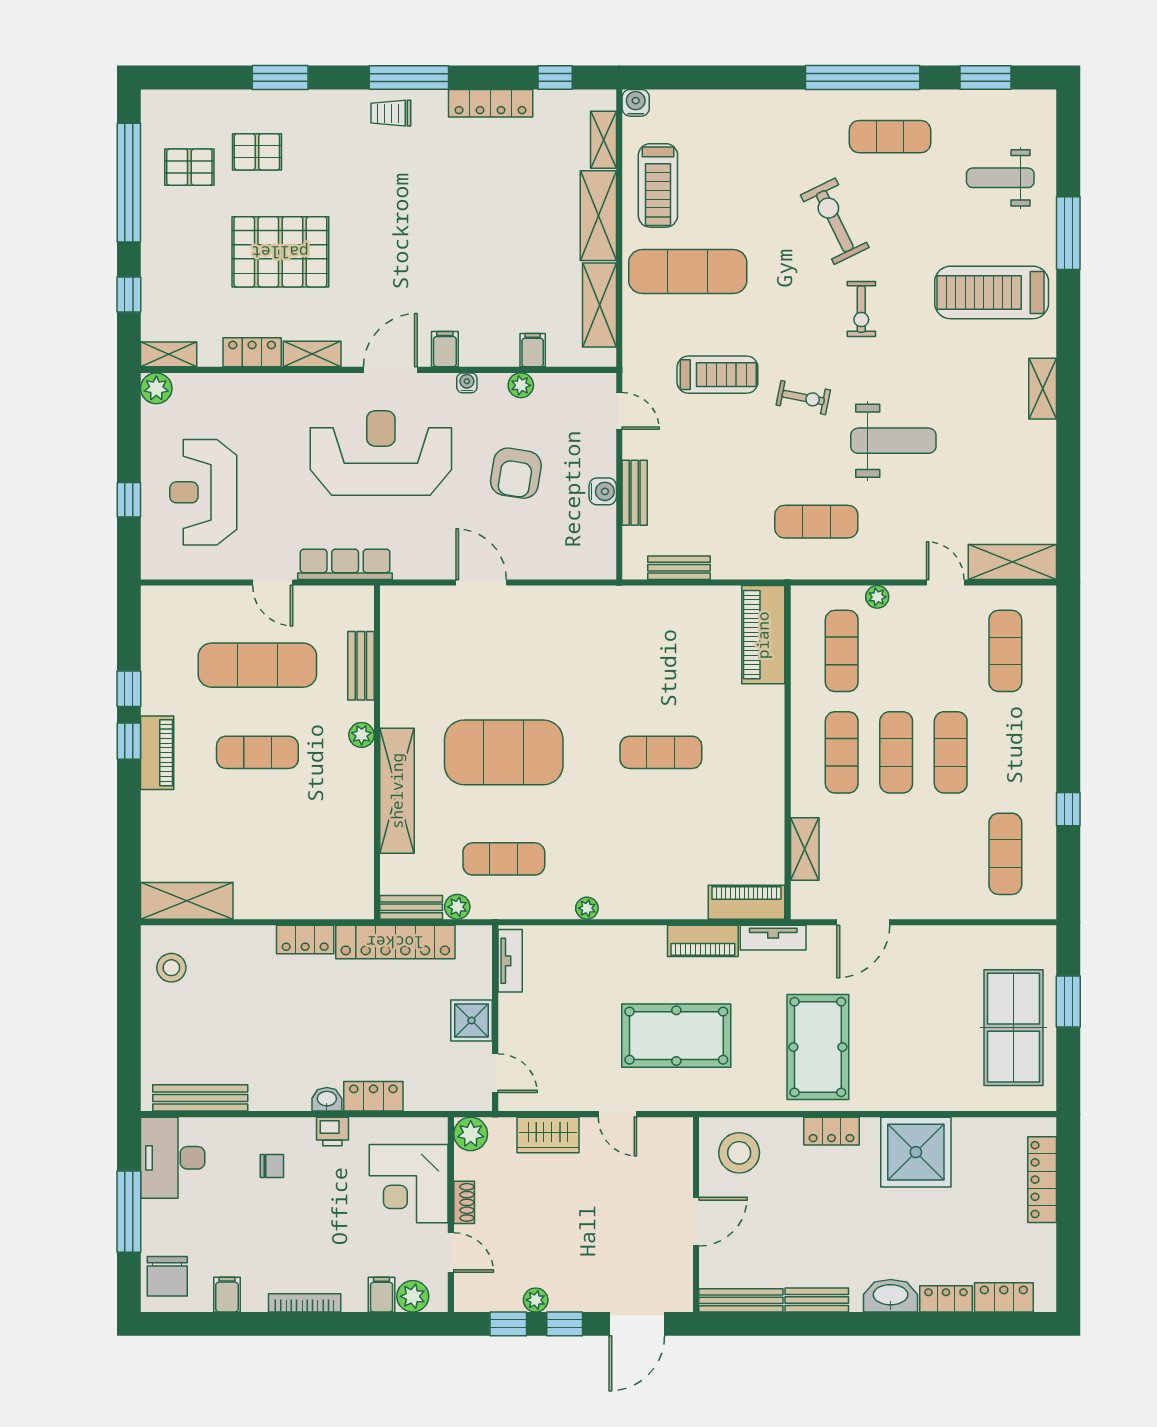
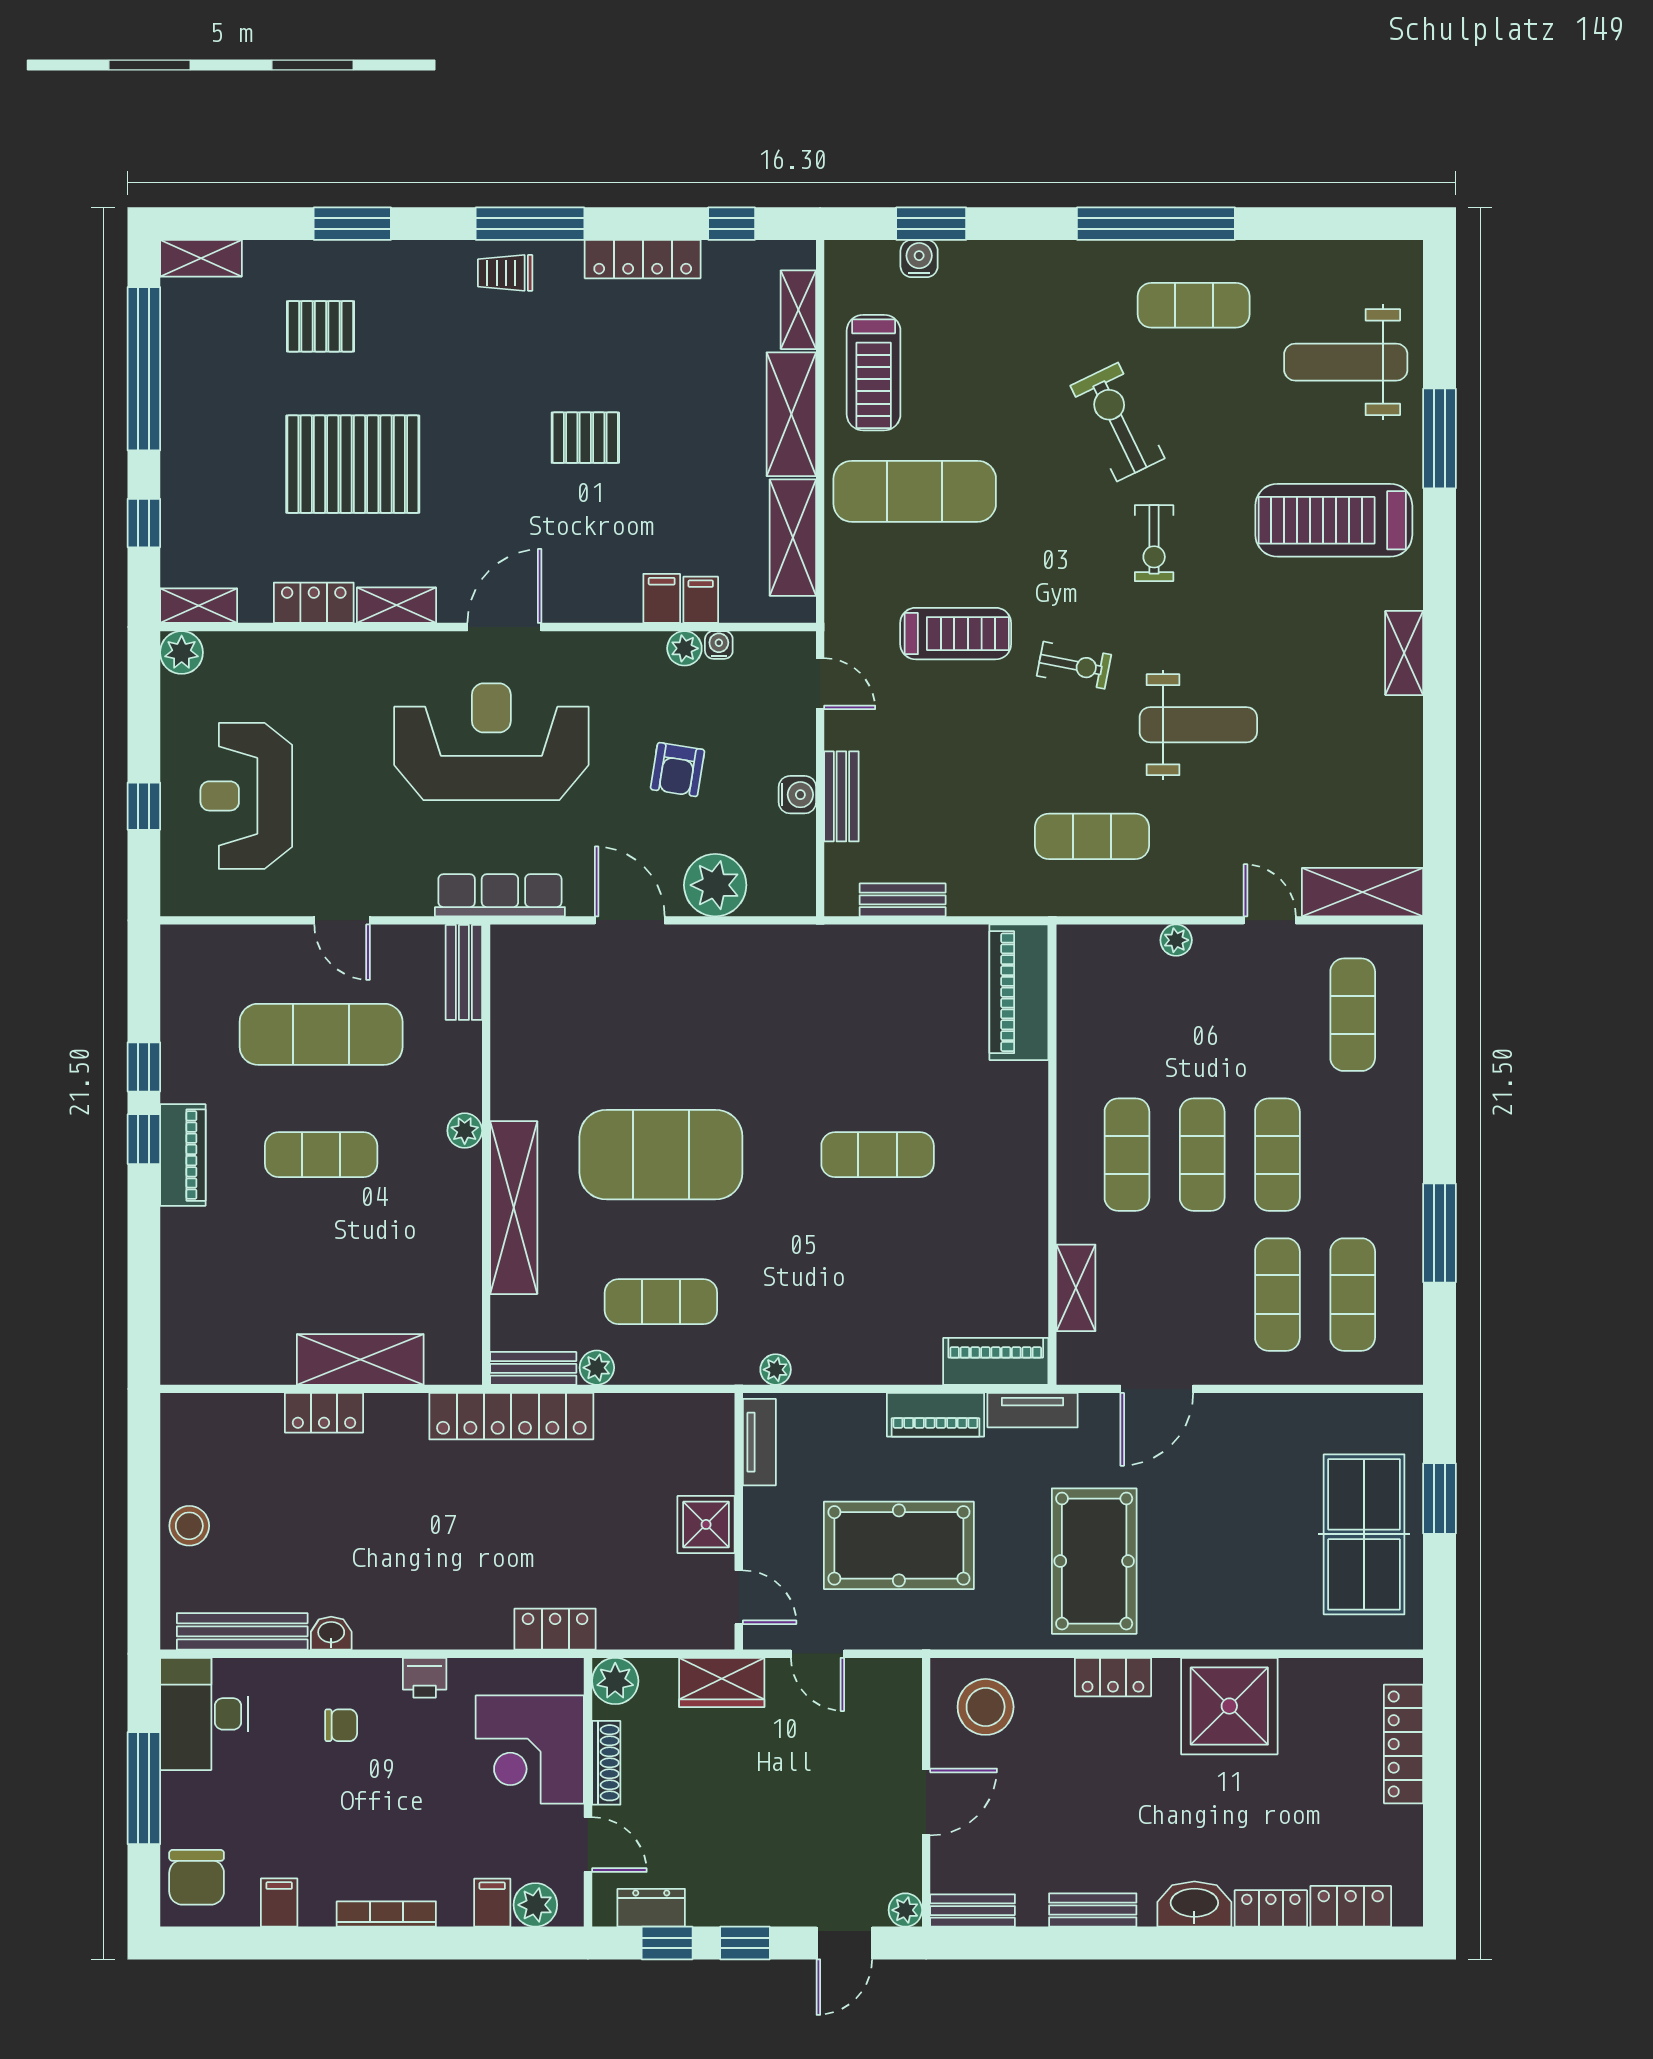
window: (986, 77) -> (931, 224), moved
shelving: (170, 103) -> (201, 258), added
water cooler: (636, 103) -> (919, 259), moved
pallet: (189, 167) -> (585, 438), moved
weight bench: (1000, 178) -> (1346, 362), width x1.36, depth x1.33
filing cabinet: (445, 349) -> (662, 598), moved
water cooler: (467, 383) -> (719, 645), moved
armchair: (516, 473) -> (678, 770), width x0.72, depth x0.72
plant: (543, 557) -> (715, 885), added
row of seats: (345, 564) -> (500, 895), moved
exercise mat: (842, 651) -> (1277, 1295), moved
bench: (361, 666) -> (464, 972), moved
window: (1068, 809) -> (1439, 1233), width x2.17
shelving: (187, 901) -> (360, 1359), moved
locker: (305, 940) -> (324, 1413), moved
tv unit: (510, 961) -> (759, 1442), moved
stool: (171, 968) -> (189, 1526), moved
wall: (495, 1018) -> (739, 1521), moved
shower: (472, 1020) -> (706, 1524), moved
door: (495, 1073) -> (739, 1597), moved
locker: (373, 1096) -> (555, 1629), moved
washbasin: (327, 1099) -> (331, 1633), moved
shoe rack: (464, 1202) -> (606, 1763), width x1.43
dresser: (497, 1298) -> (651, 1908), added
plant: (536, 1300) -> (905, 1910), moved
bench: (741, 1300) -> (973, 1911), width x0.73
door: (637, 1324) -> (844, 1943), width x0.73

